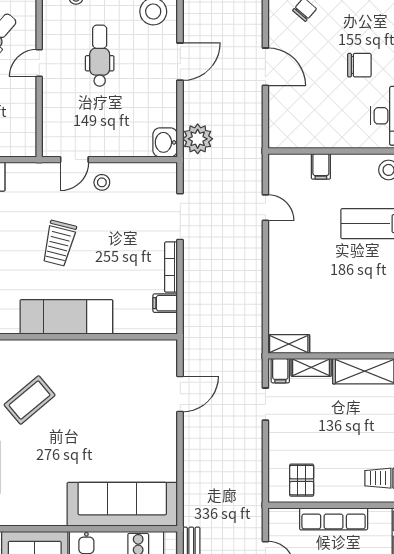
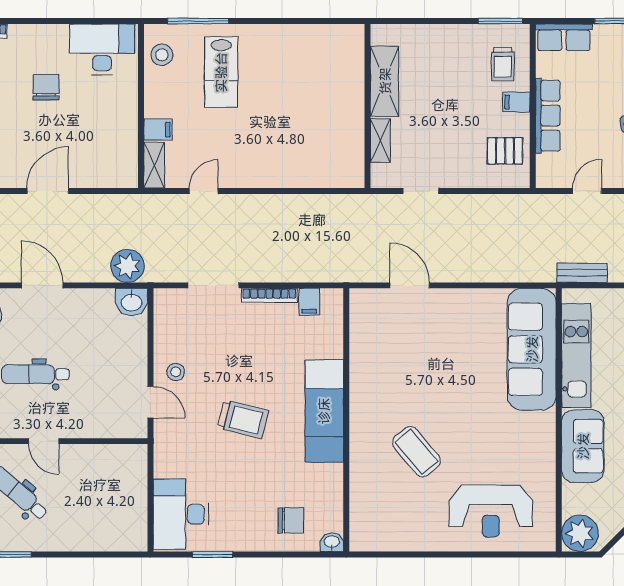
shelving: (289, 344) -> (154, 165), moved
filing cabinet: (280, 371) -> (517, 102), moved, turned 180

